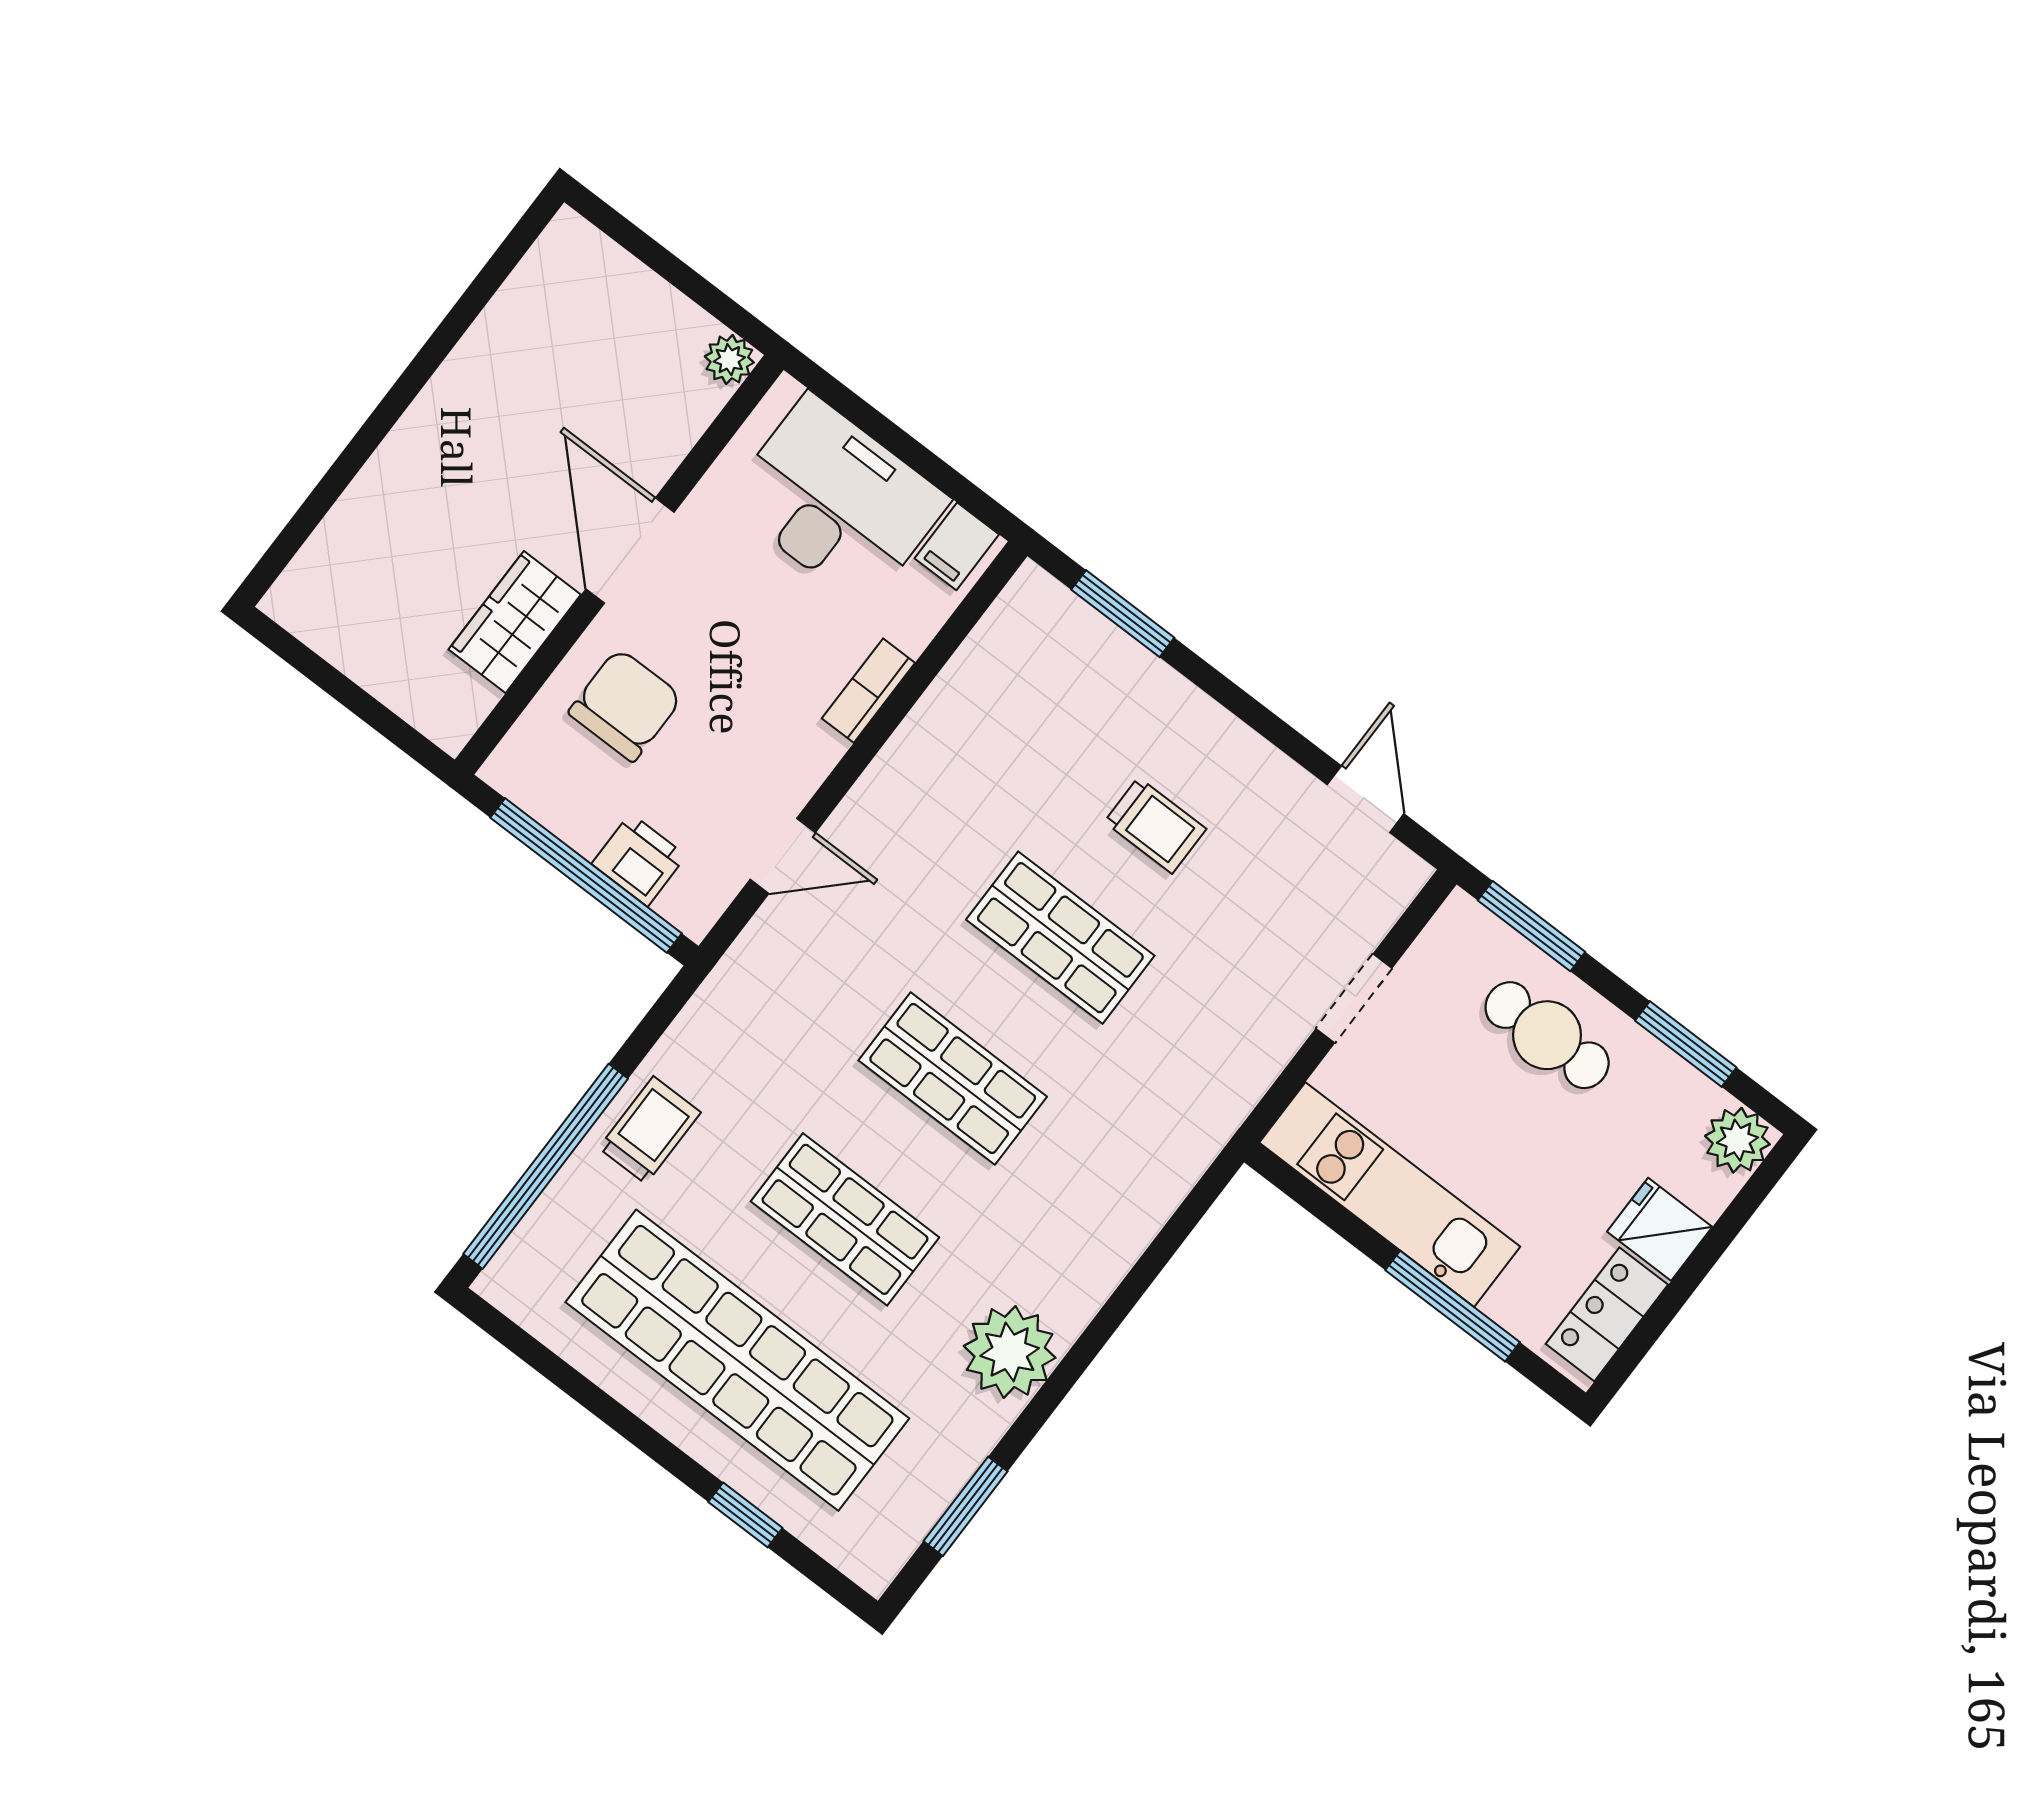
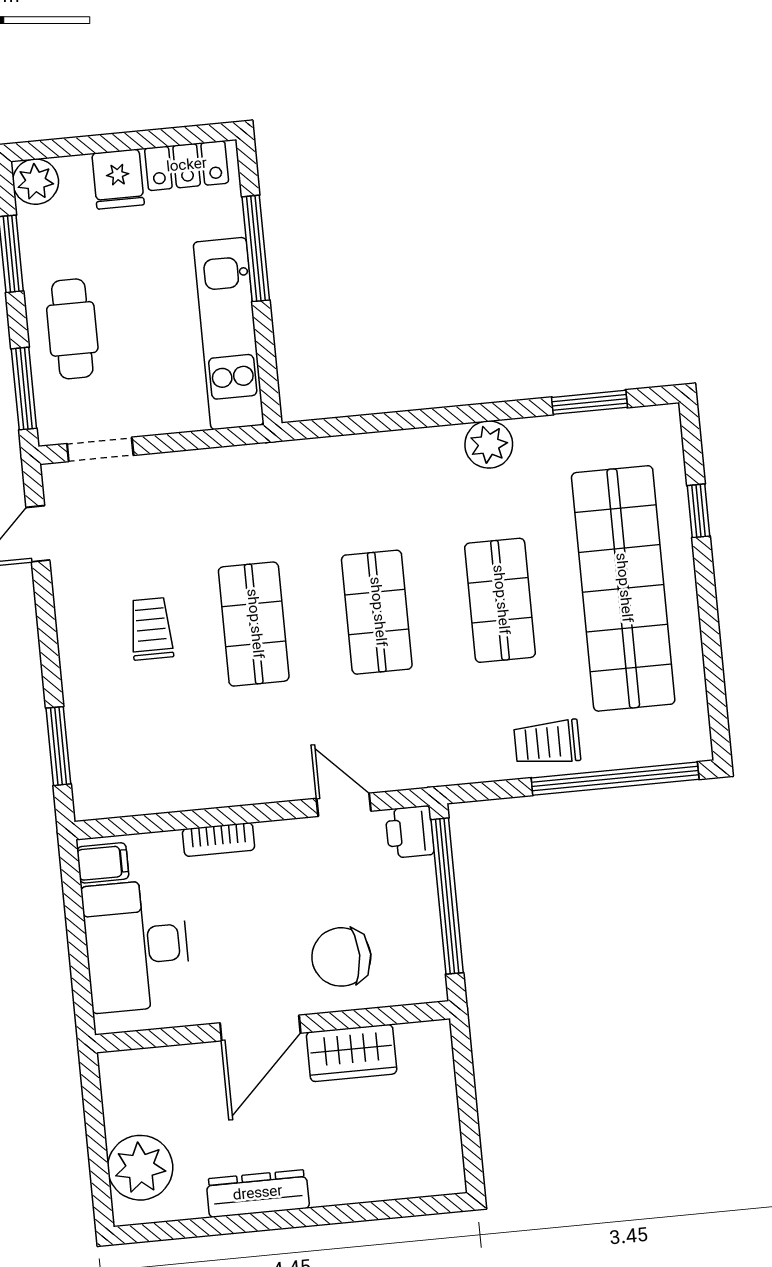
plant: (729, 360) -> (140, 1168), moved, width x1.87, depth x1.87
dresser: (459, 386) -> (258, 1194), added
printer: (639, 860) -> (410, 832), moved
doorway: (1354, 998) -> (100, 449), moved
plant: (1010, 1352) -> (489, 444), width x0.73, depth x0.73

